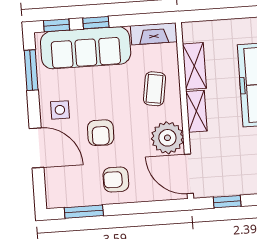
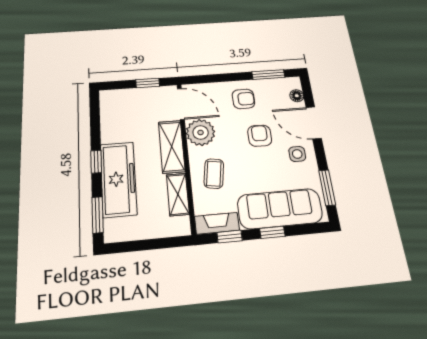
window: (56, 25) -> (230, 237), moved
shelving: (196, 111) -> (172, 147), width x1.50, depth x1.33
floor lamp: (52, 183) -> (297, 96), added

